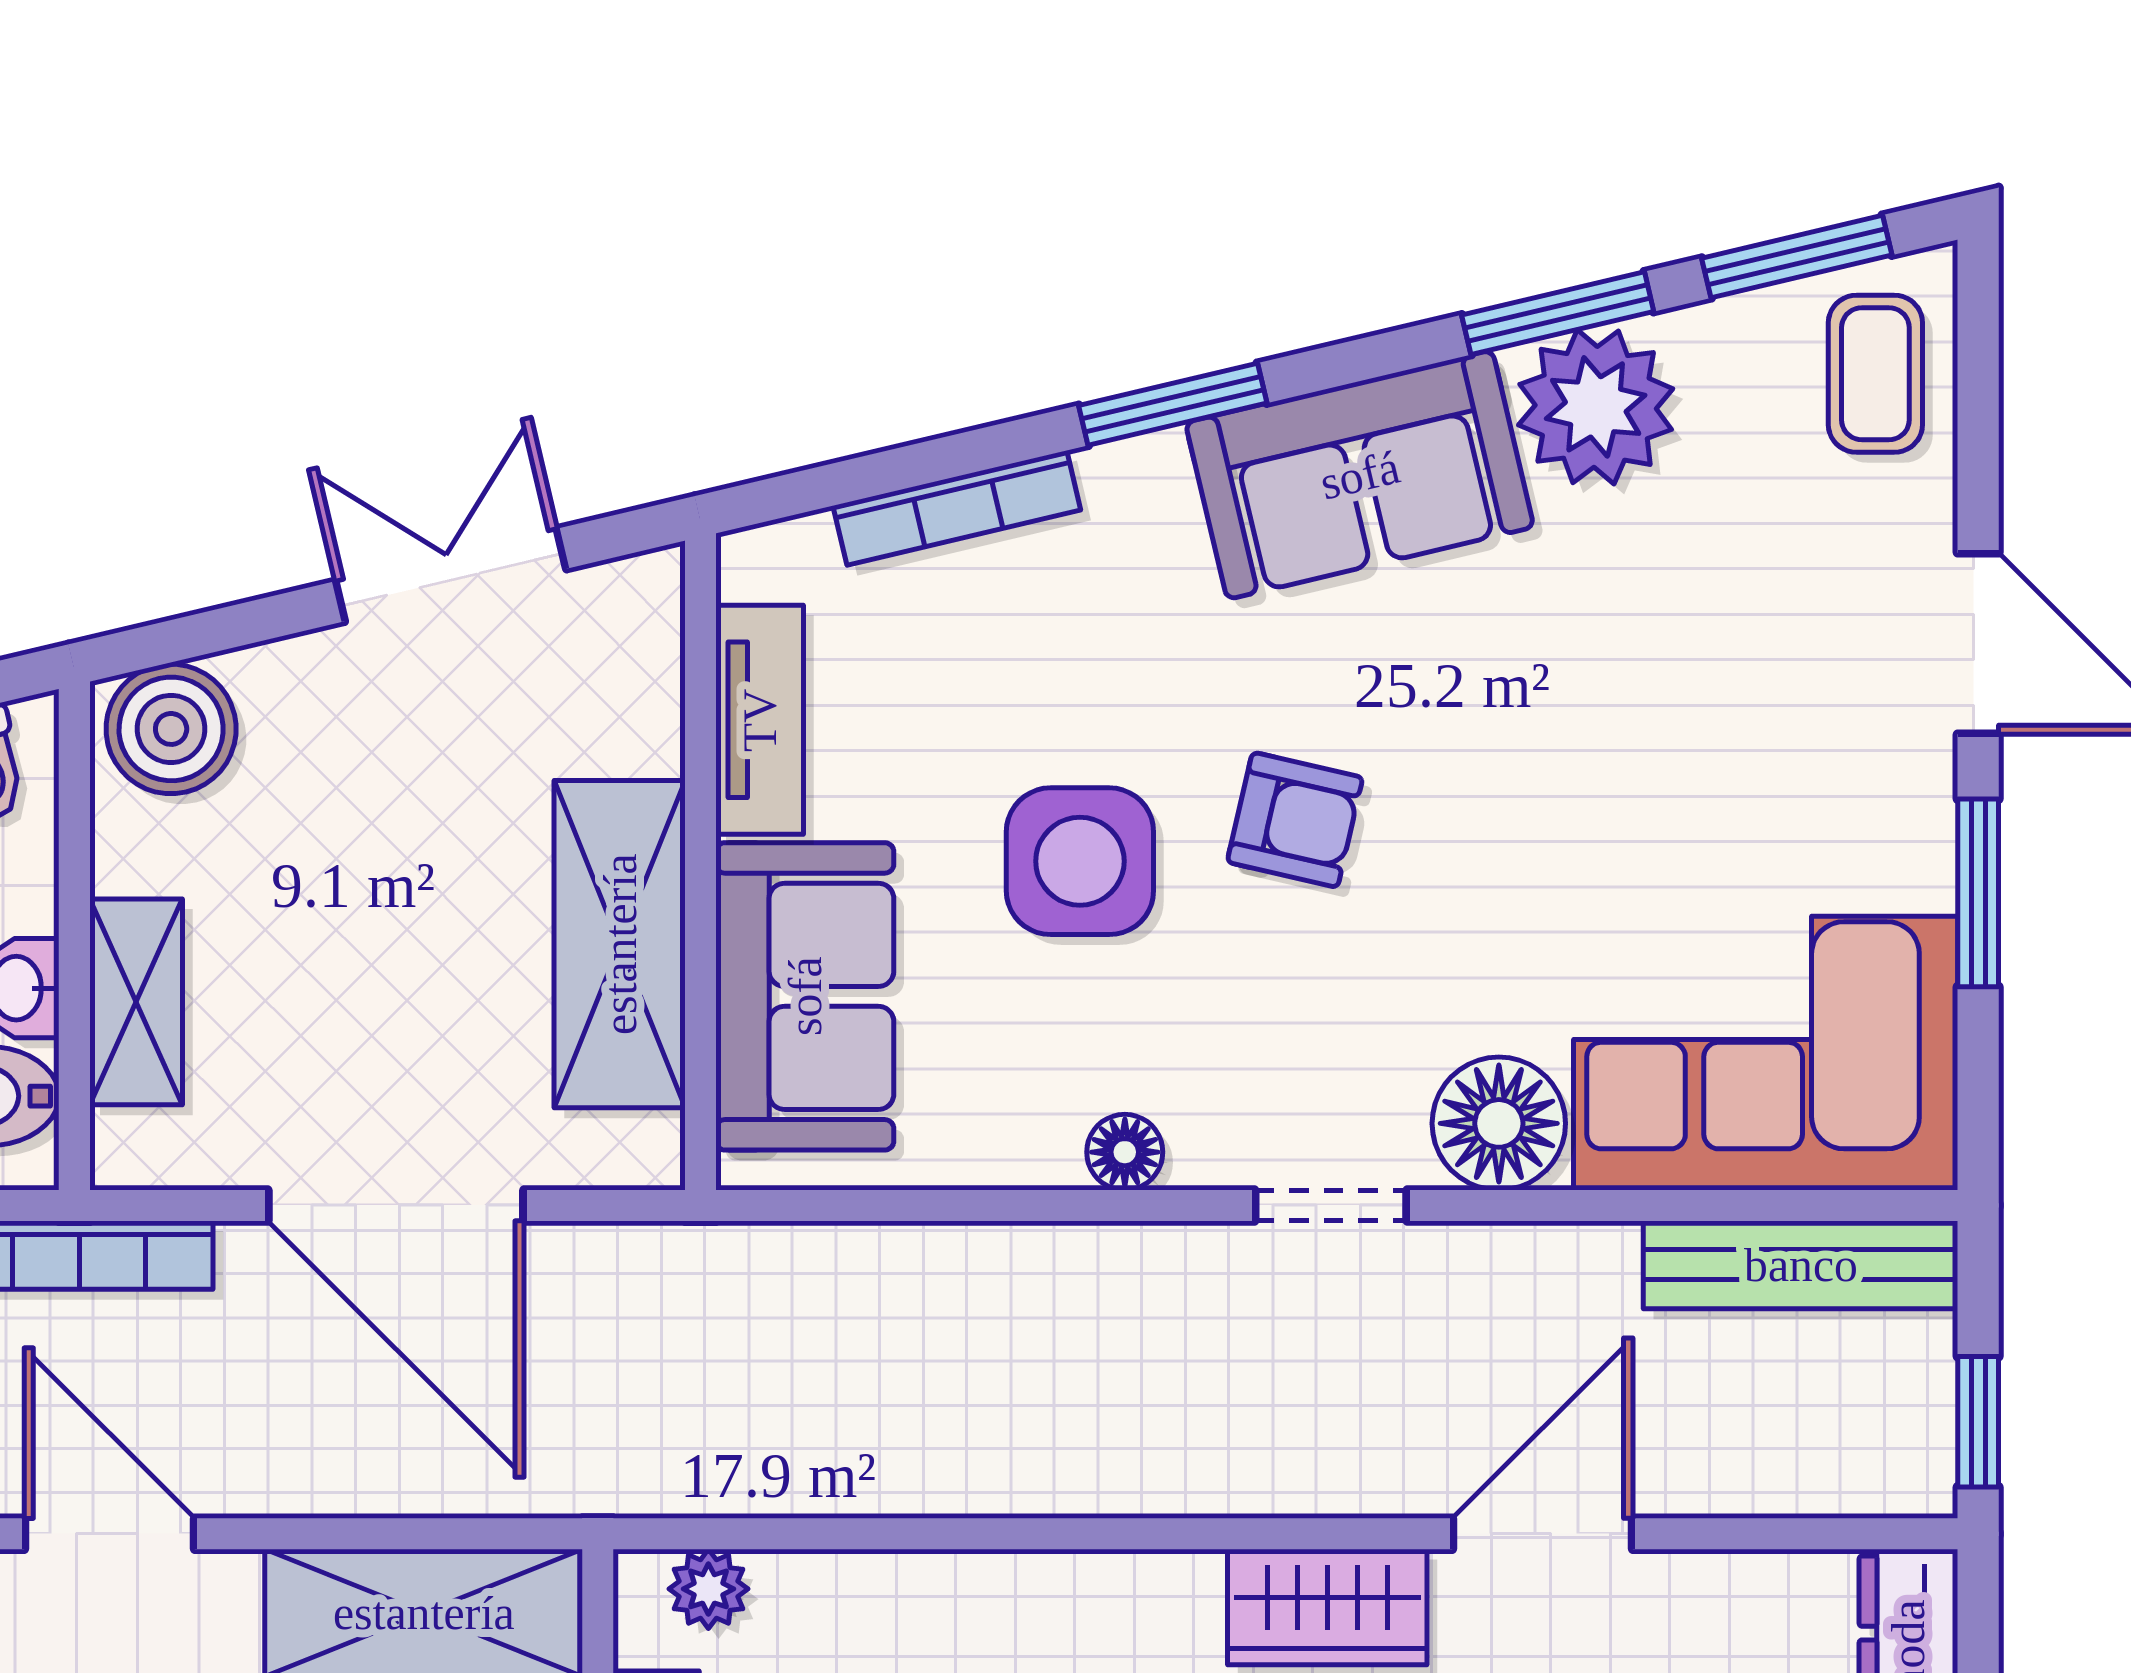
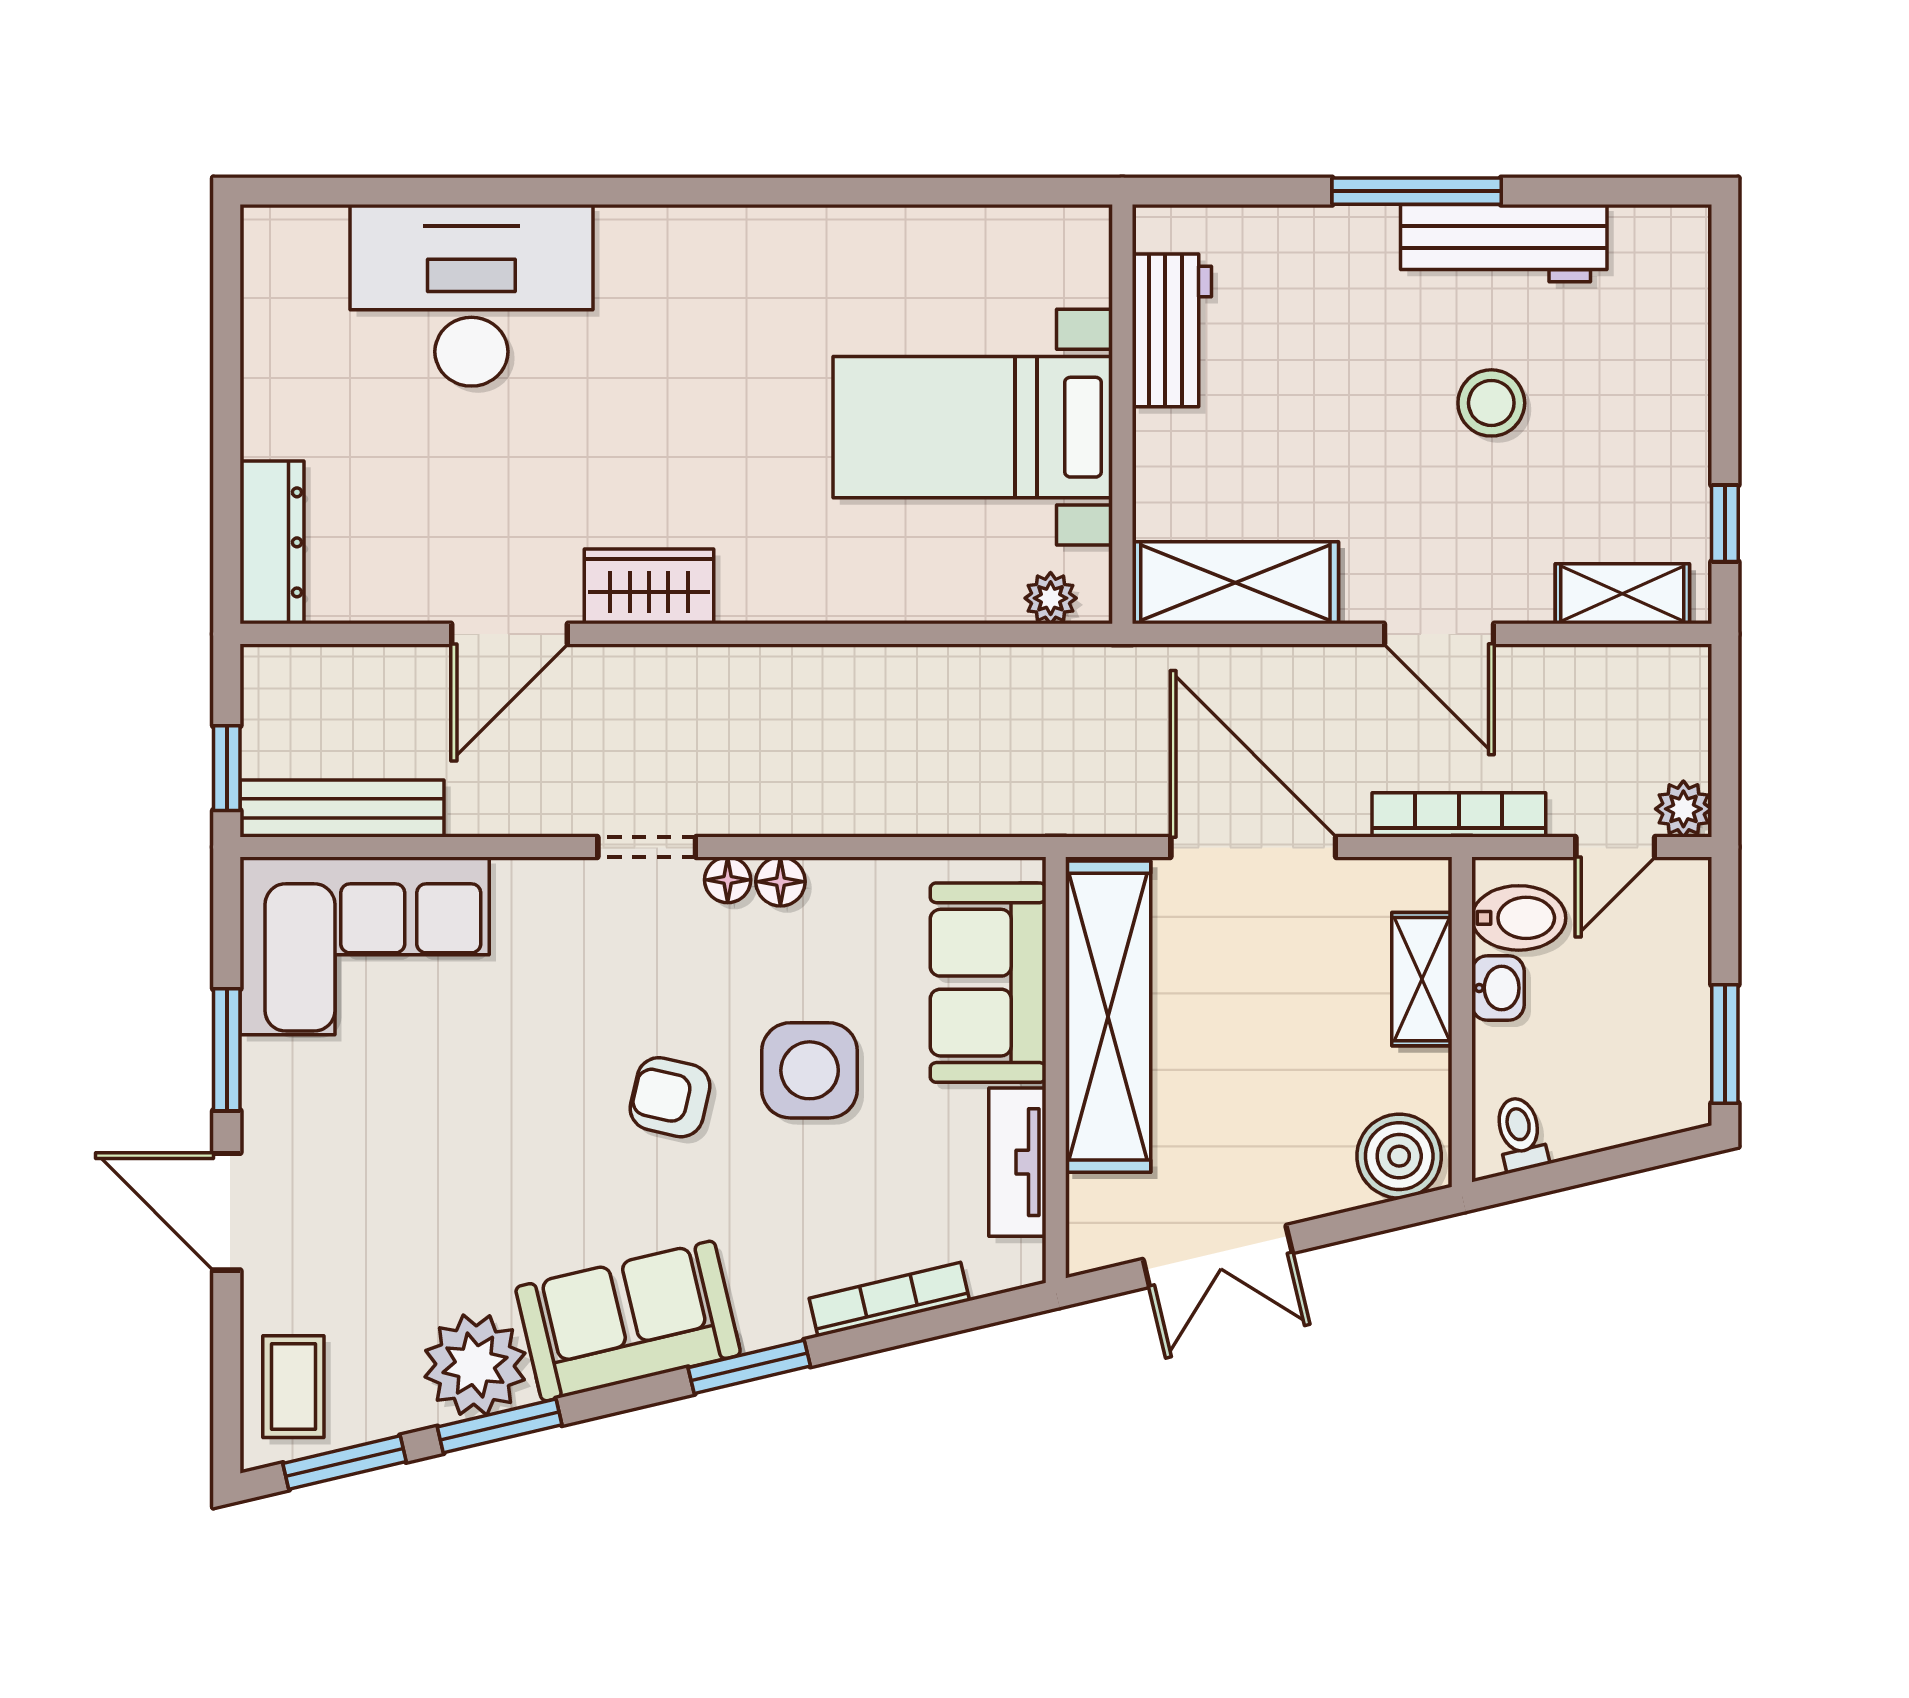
shelving: (620, 944) -> (1108, 1017), width x1.47
floor lamp: (1499, 1123) -> (728, 880), moved, width x0.53, depth x0.53
window: (1978, 1422) -> (227, 768), moved

